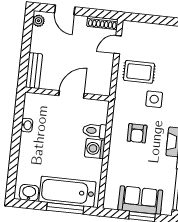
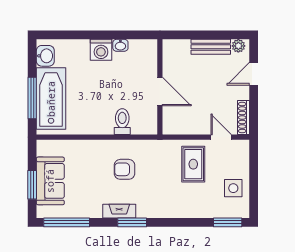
bench: (34, 71) -> (211, 47), moved
side table: (154, 99) -> (233, 188), moved
washing machine: (95, 149) -> (101, 50), moved, turned 180

